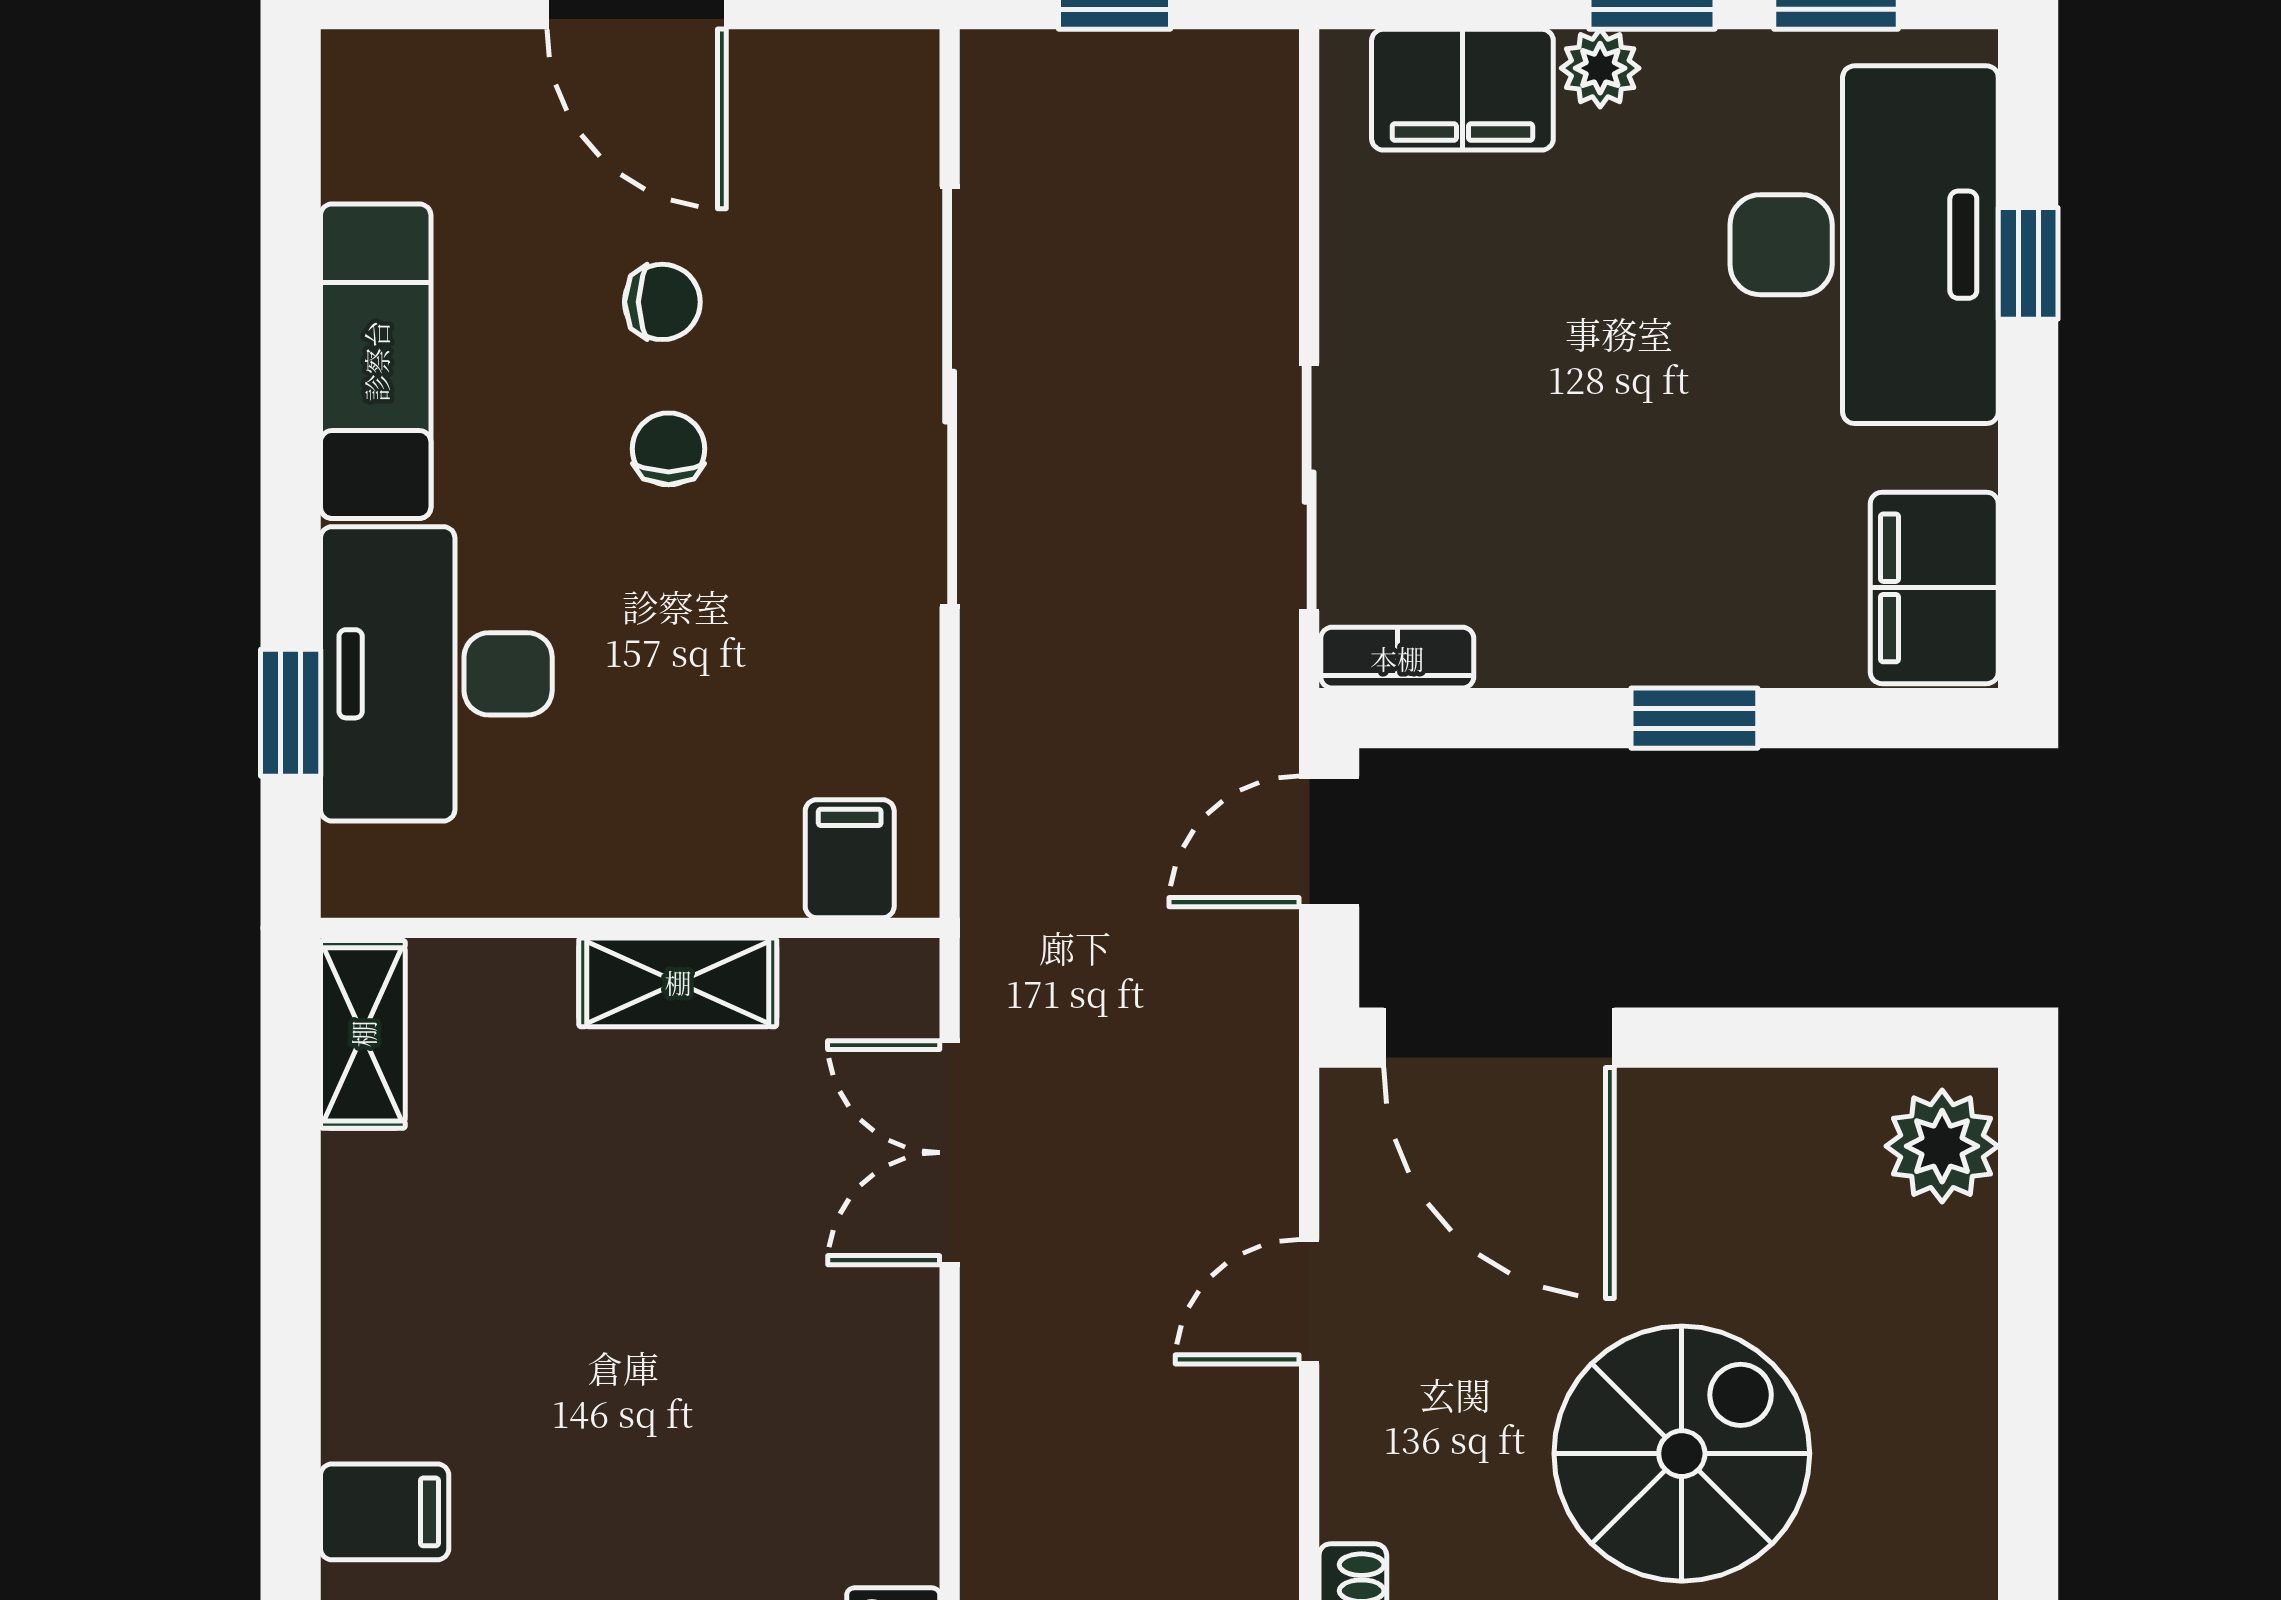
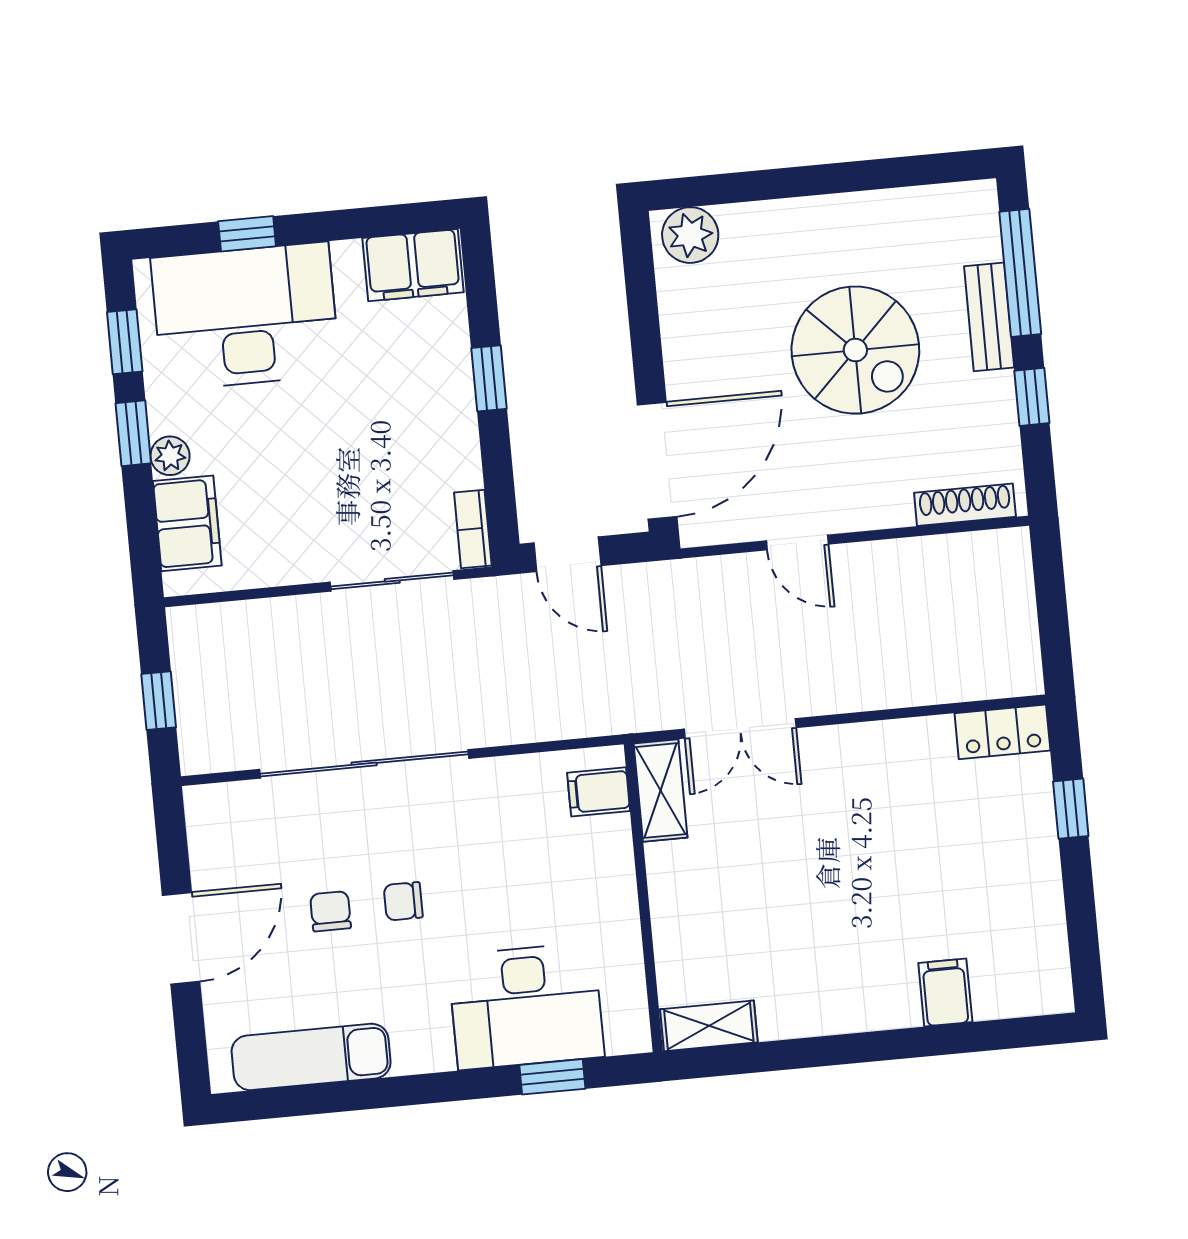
exam couch: (376, 361) -> (311, 1057), moved
shelving: (678, 982) -> (661, 791), moved
spiral stairs: (1682, 1454) -> (855, 350), turned 180

